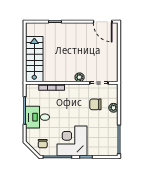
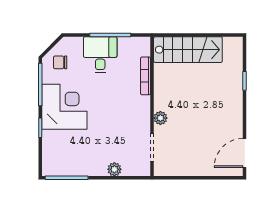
chair: (95, 104) -> (120, 142), removed

